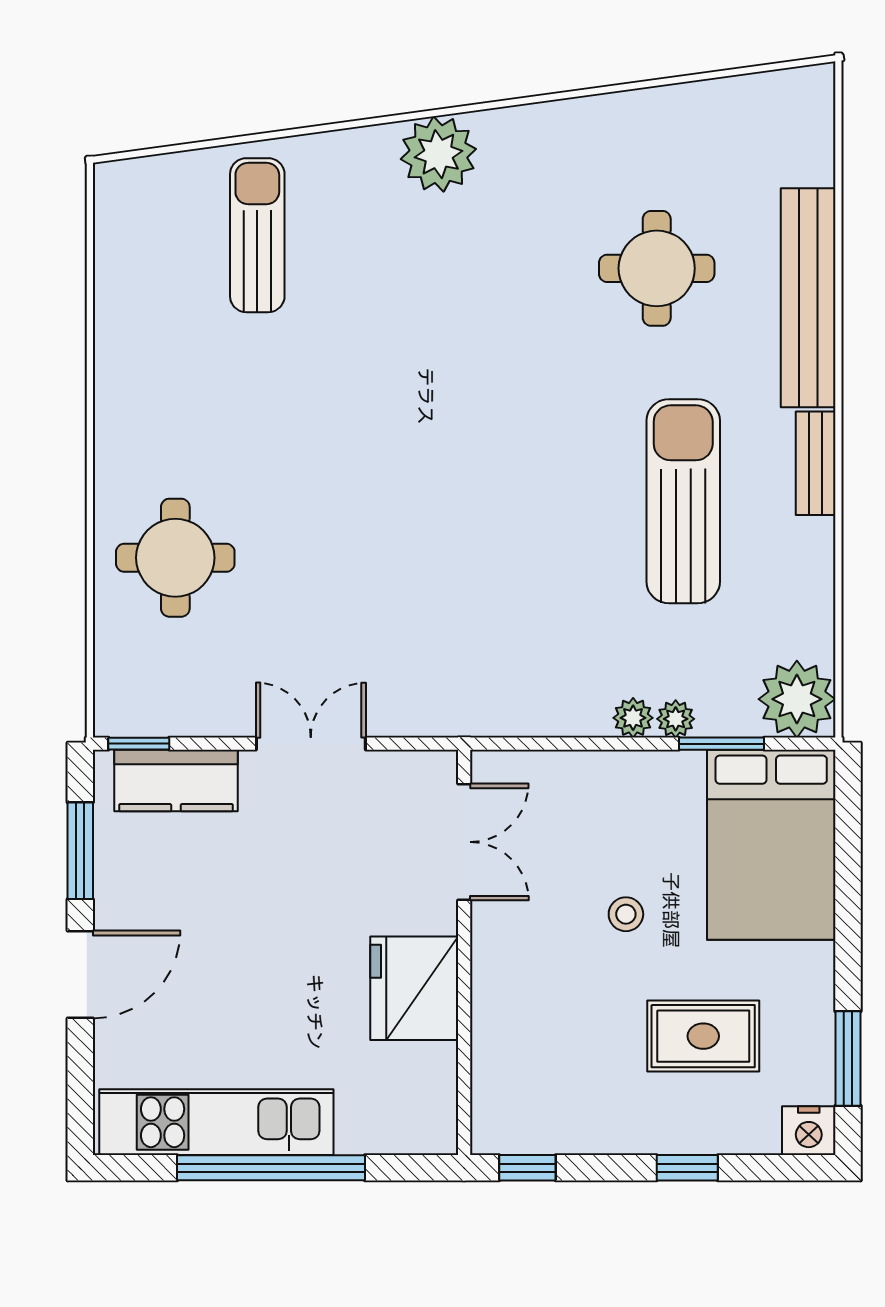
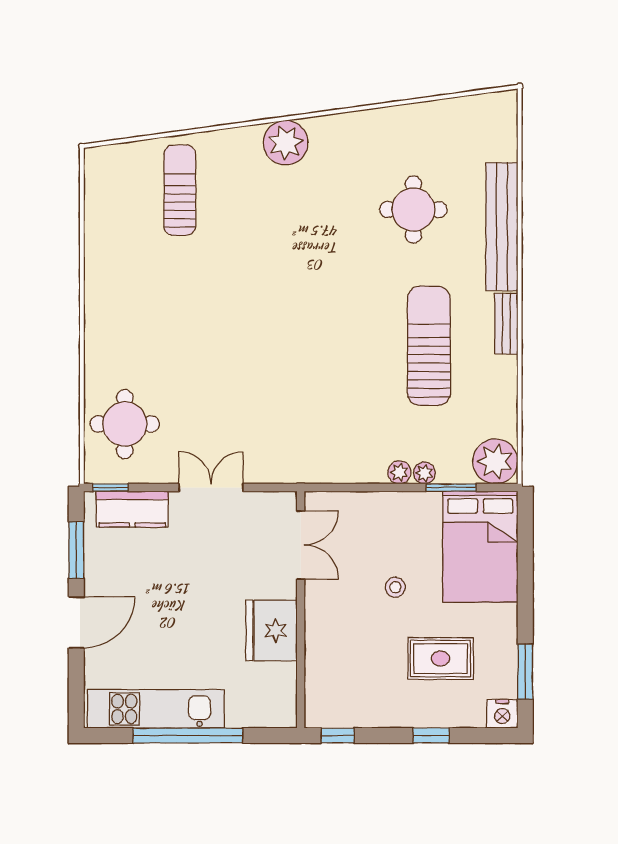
round table: (175, 558) -> (125, 424), moved

